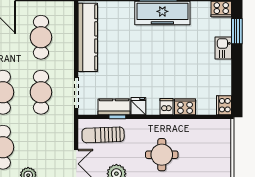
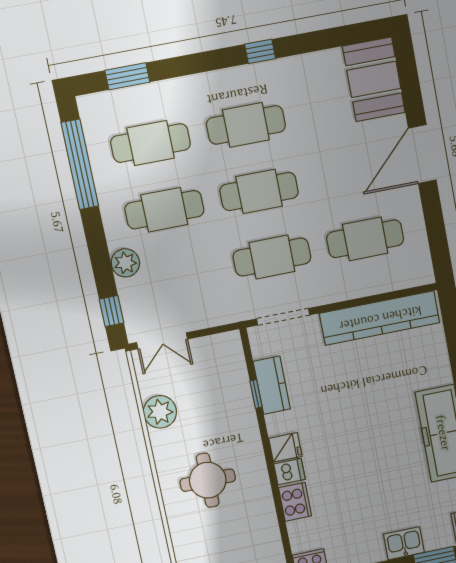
fridge: (138, 106) -> (285, 447), moved
sun lounger: (103, 135) -> (221, 376), removed

